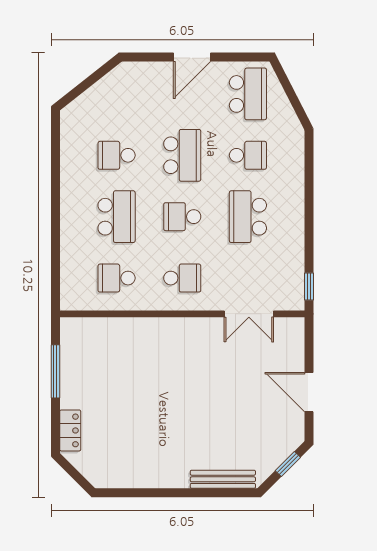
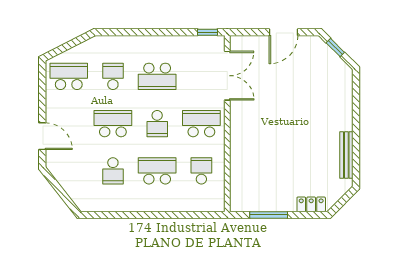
door: (192, 57) -> (42, 136), moved
school desk: (117, 278) -> (201, 171), turned 180
school desk: (182, 278) -> (201, 124), width x1.85
double door: (249, 314) -> (227, 76), width x1.37
bench: (223, 479) -> (346, 155), moved

